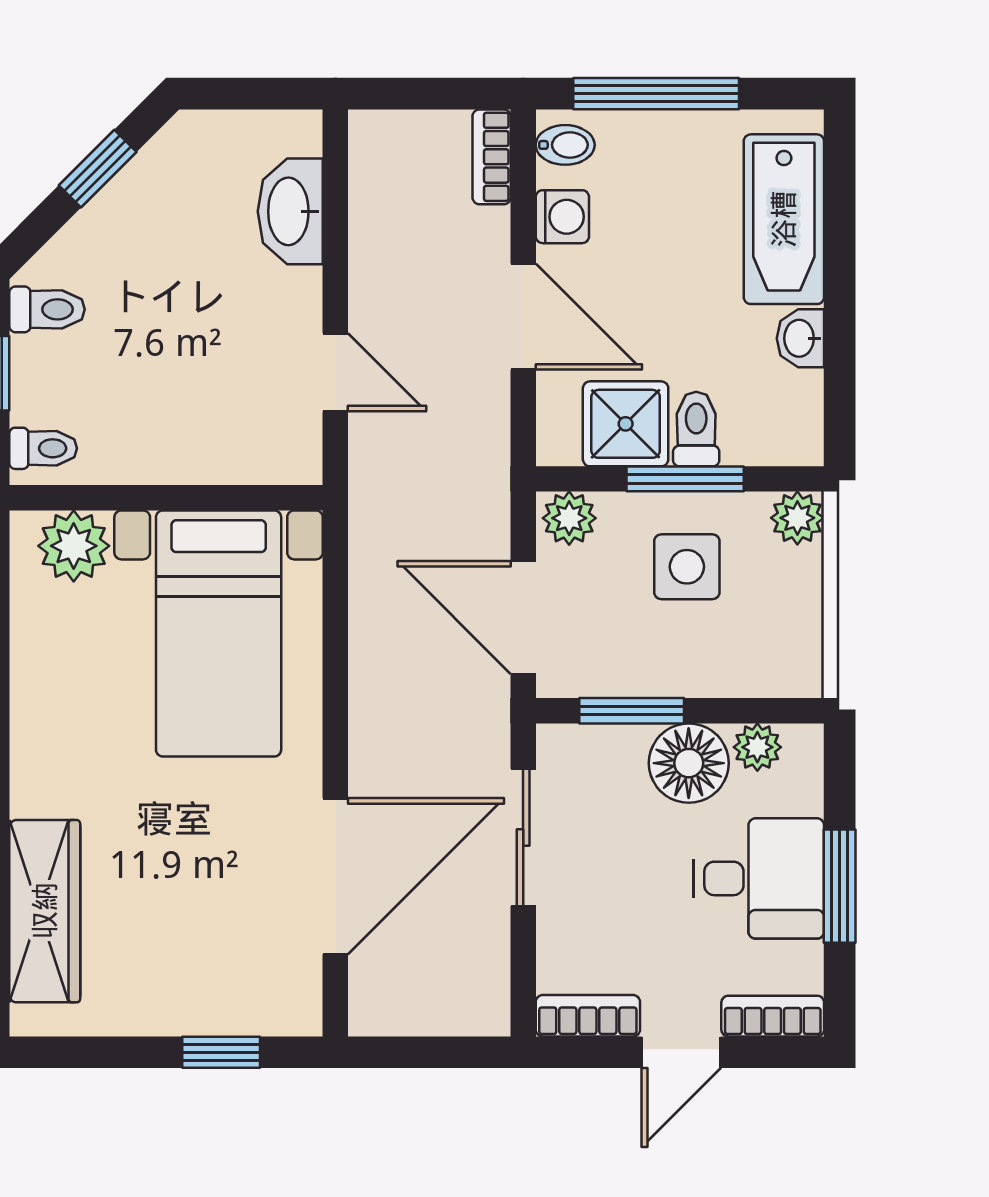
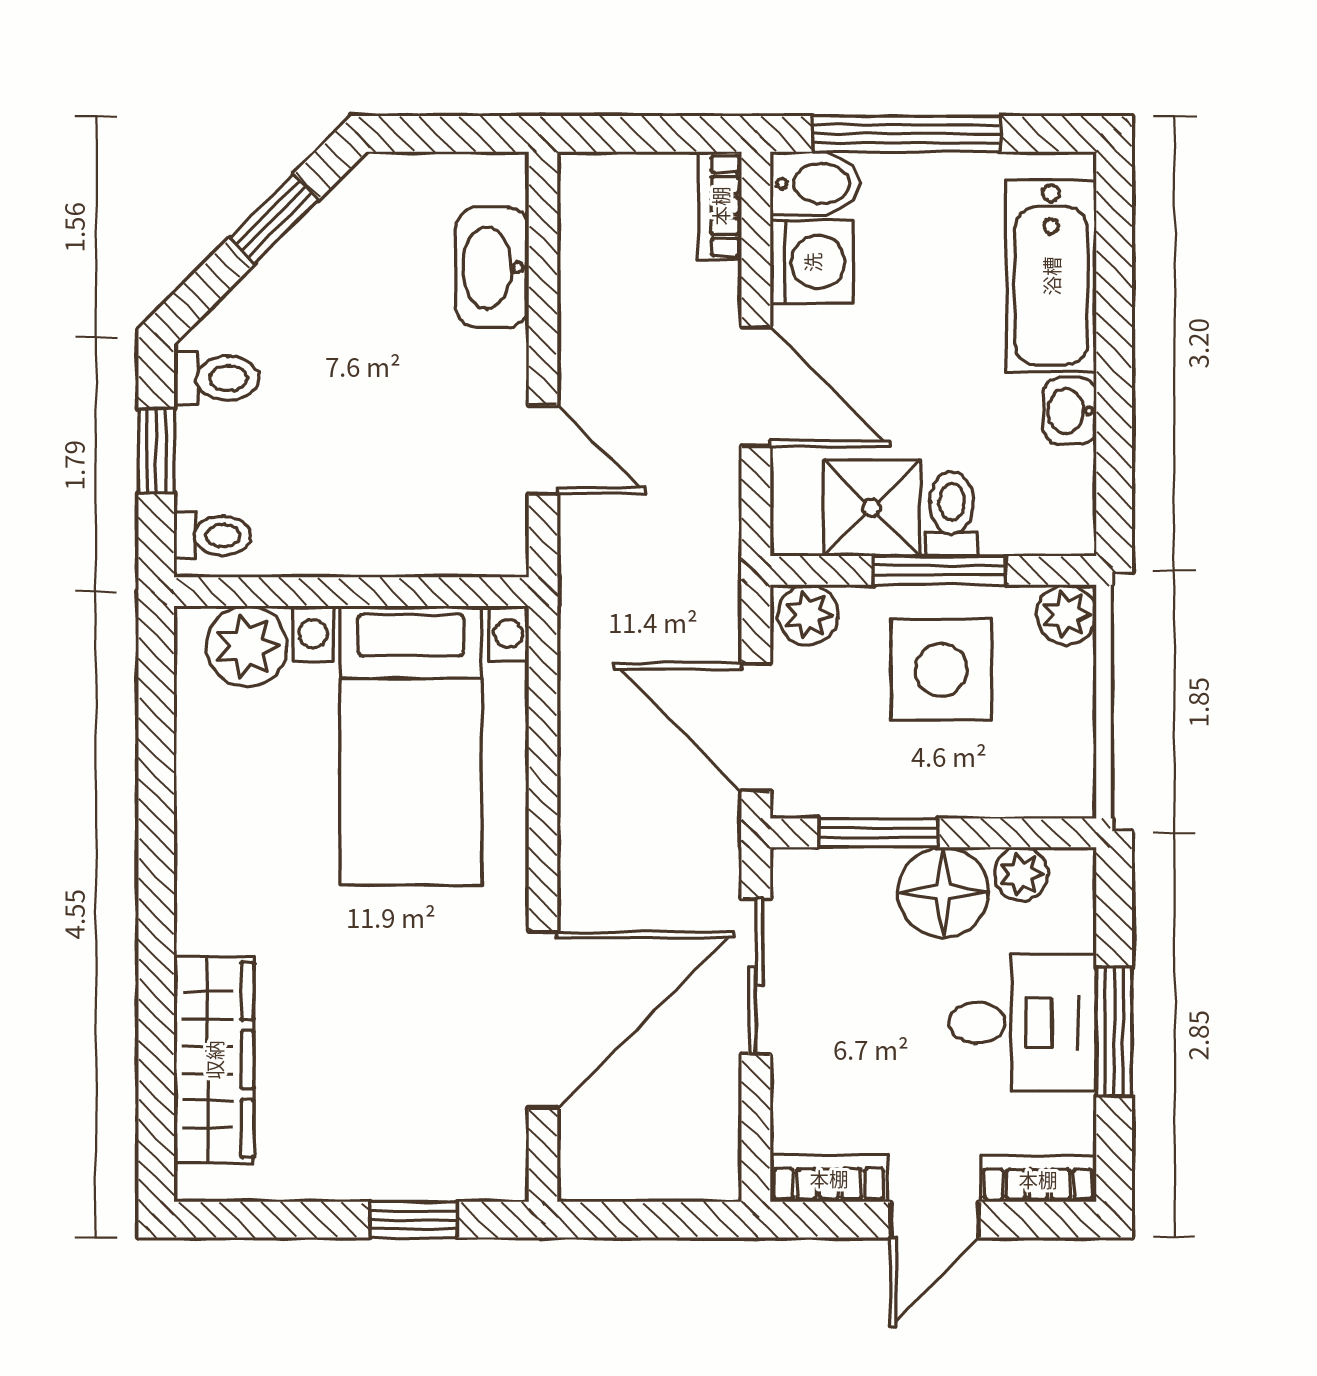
bidet: (565, 145) -> (815, 183), width x1.38, depth x1.36
washing machine: (562, 217) -> (812, 262), width x1.38, depth x1.38
side table: (687, 567) -> (941, 670), width x1.37, depth x1.37

